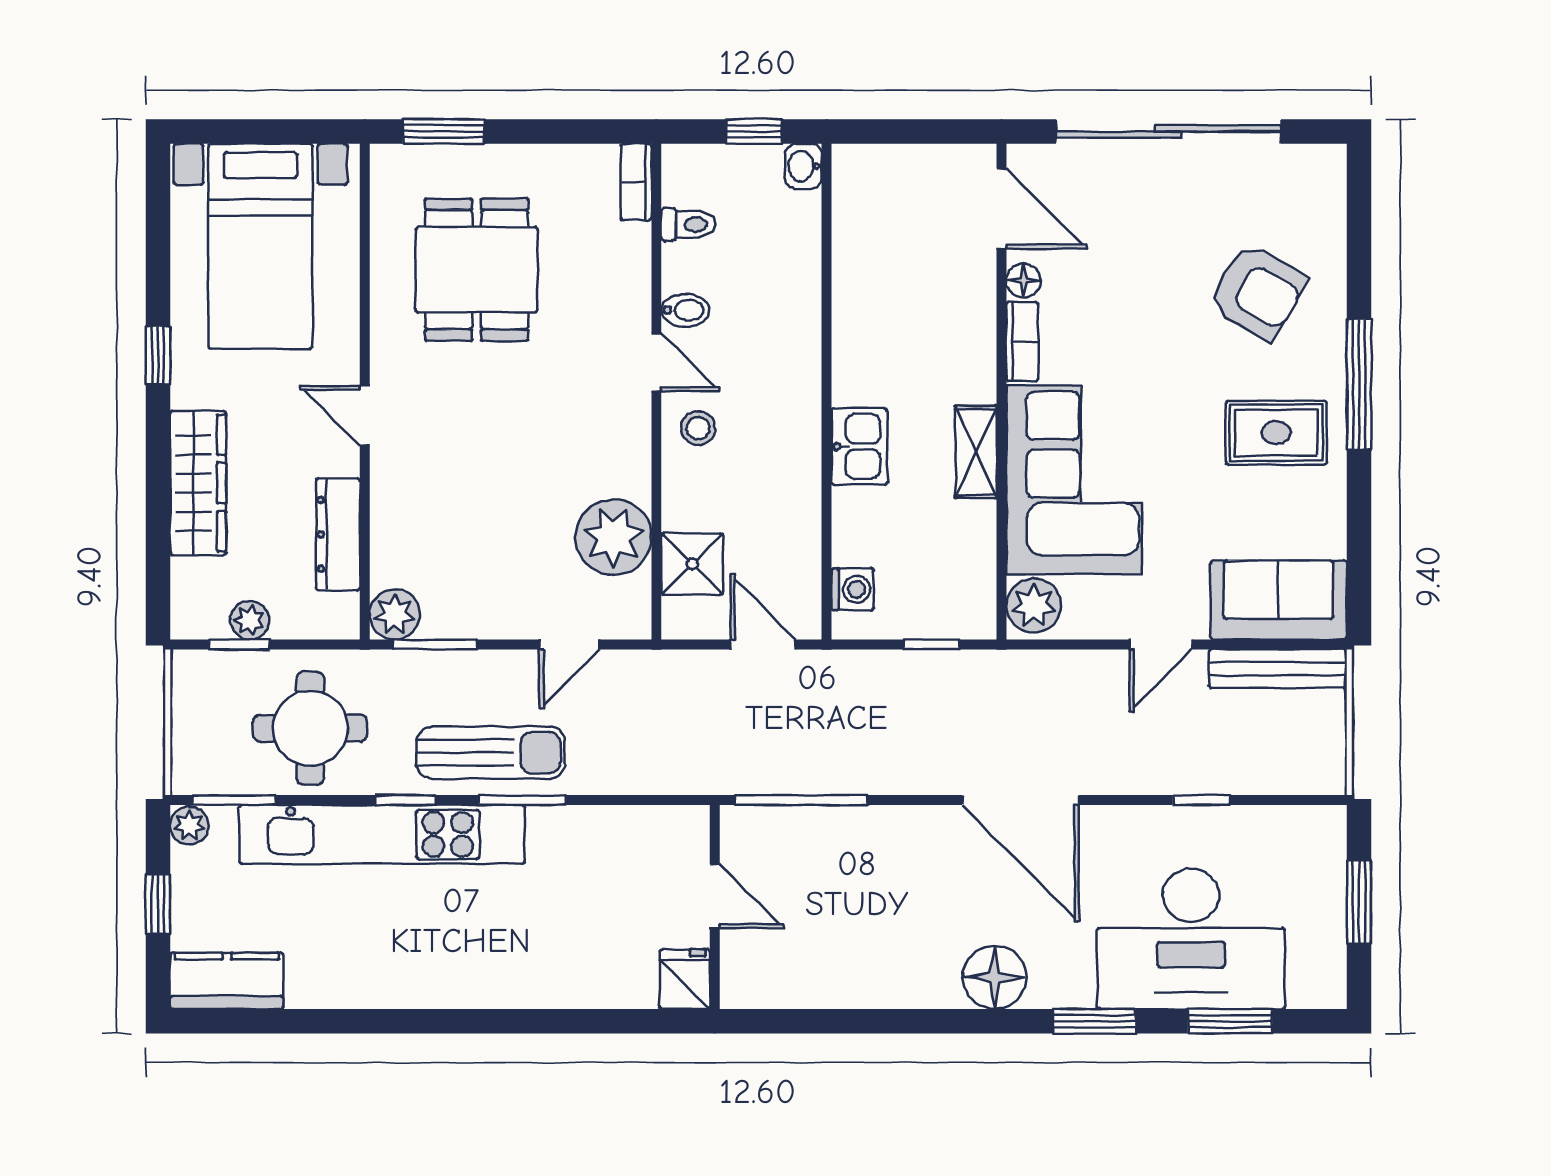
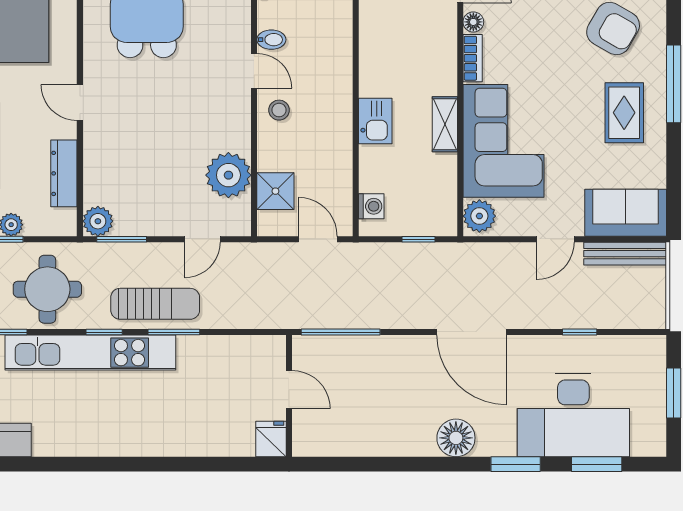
rug: (1276, 433) -> (624, 113), turned 90

